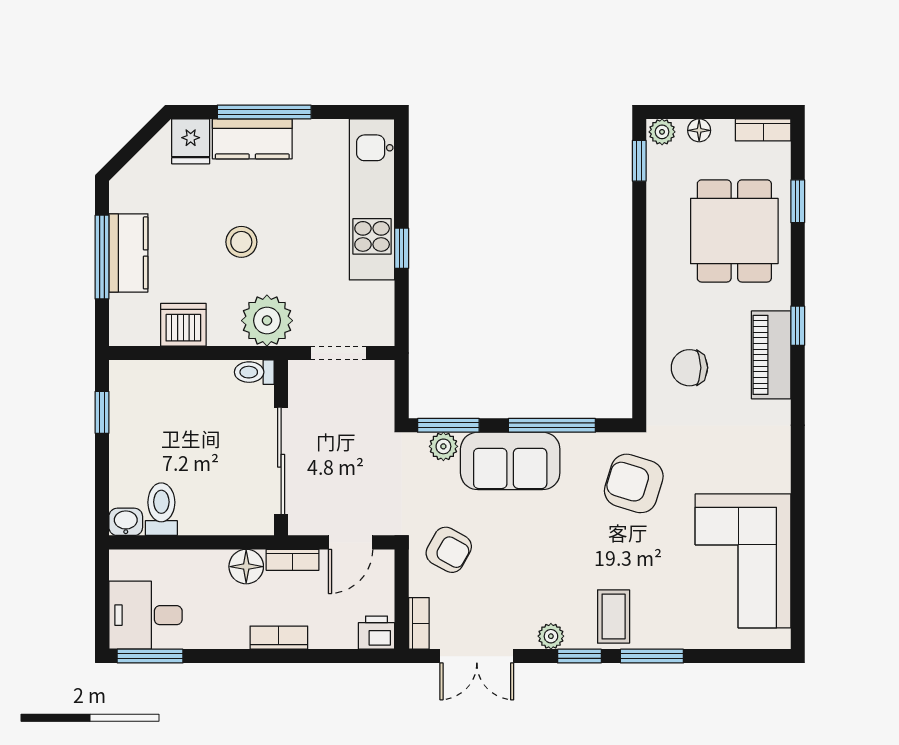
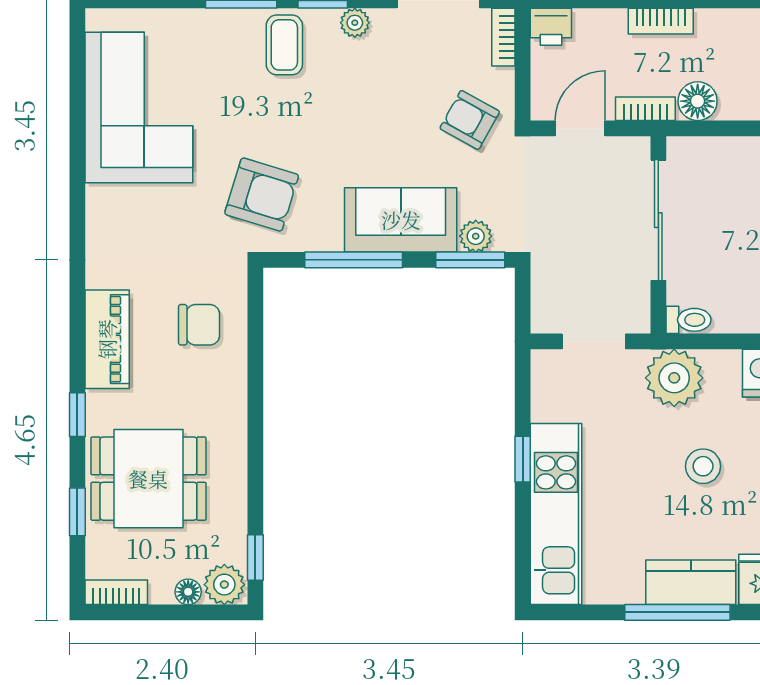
plant: (662, 132) -> (224, 585), width x1.38, depth x1.38
dining table: (734, 231) -> (148, 479), turned 90
window: (798, 326) -> (77, 415), moved

